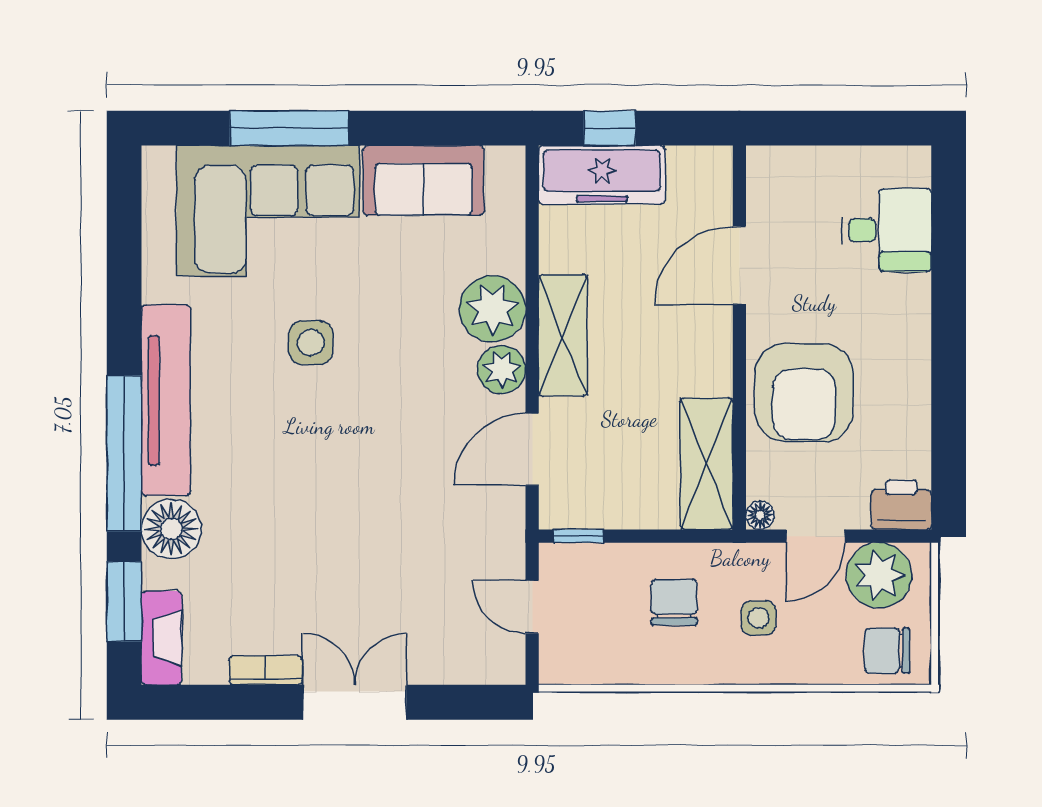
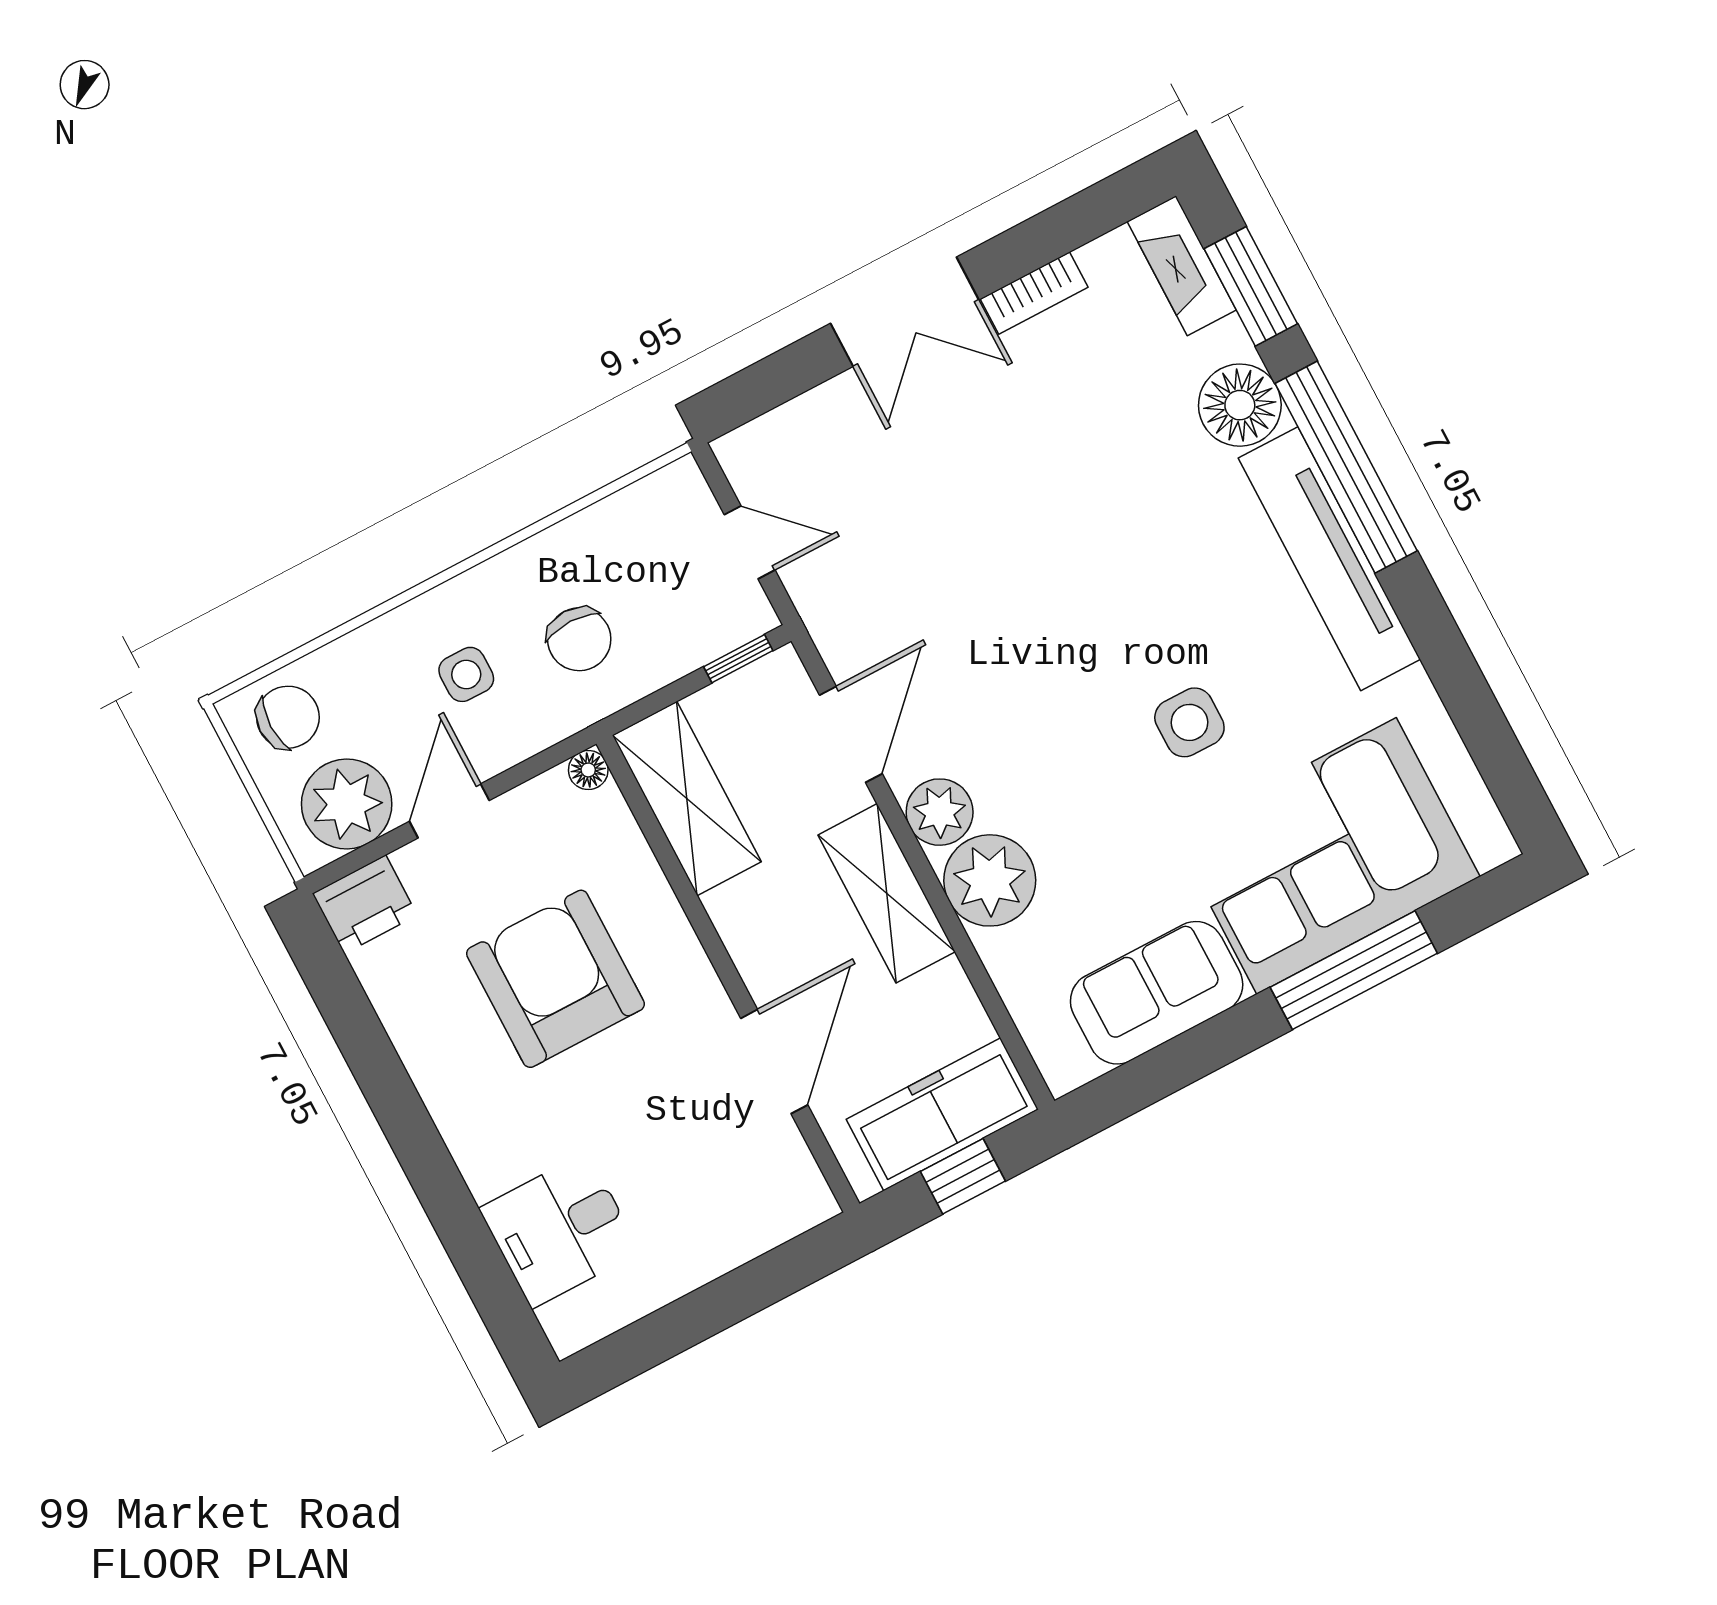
door: (739, 265) -> (774, 1062), moved
wall: (739, 337) -> (728, 974), moved
shelving: (706, 464) -> (687, 799), moved
floor lamp: (760, 515) -> (588, 770), moved

